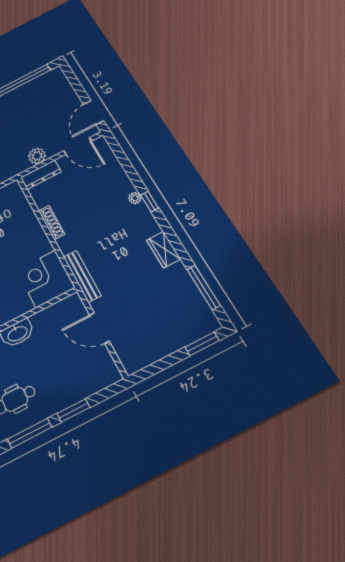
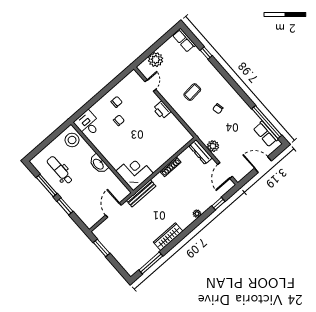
row of seats: (39, 84) -> (266, 134), added
door: (93, 113) -> (263, 164), moved
window: (150, 202) -> (218, 204), moved
wardrobe: (163, 250) -> (168, 237), width x1.50
window: (202, 344) -> (102, 248), moved

